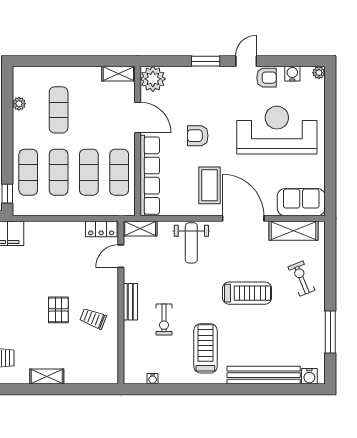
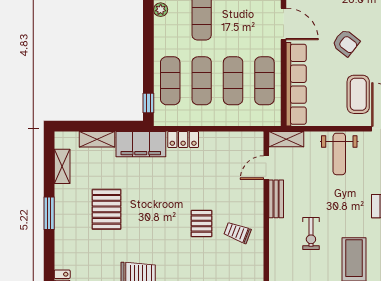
armchair: (198, 136) -> (346, 43), turned -142
locker: (101, 229) -> (183, 139), moved
bench: (130, 302) -> (276, 199), moved

